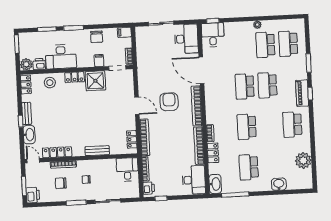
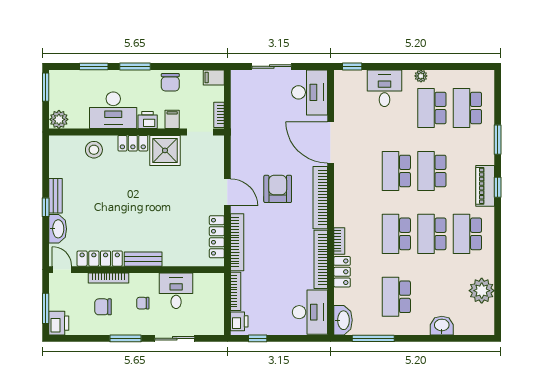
desk: (213, 35) -> (384, 88), moved
printer: (39, 64) -> (148, 120), moved
locker: (26, 85) -> (57, 151), removed
school desk: (269, 126) -> (432, 234), added
locker: (132, 139) -> (217, 237), width x1.53
bench: (97, 151) -> (143, 259), moved
desk: (127, 169) -> (176, 291), moved

